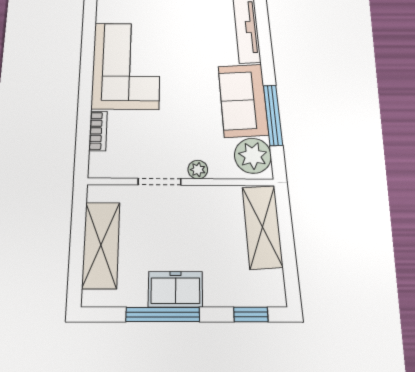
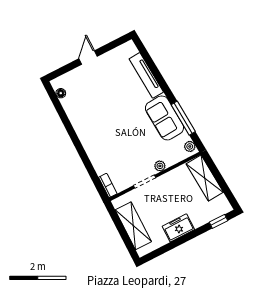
corner sofa: (126, 66) -> (96, 130), removed
bookcase: (98, 131) -> (108, 186), moved
plant: (253, 156) -> (190, 146), width x0.53, depth x0.53
window: (163, 314) -> (178, 242), removed

